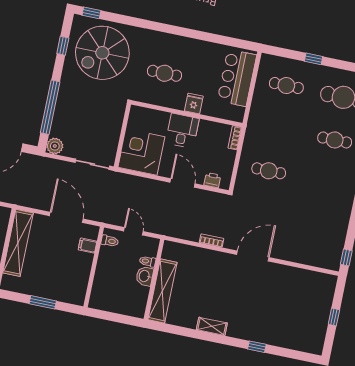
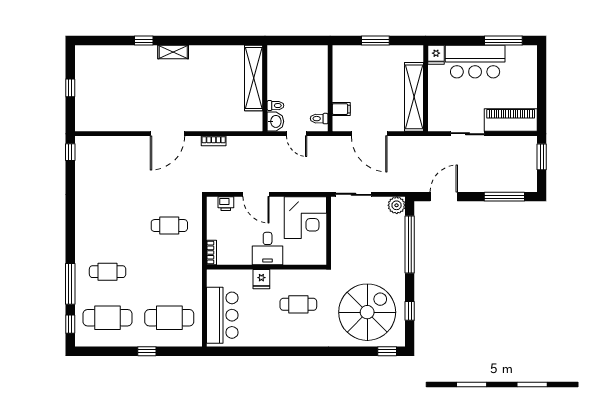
cafe table: (286, 86) -> (169, 318), width x1.37, depth x1.35
washbasin: (145, 276) -> (275, 121), moved
shelving: (212, 326) -> (173, 52), moved

